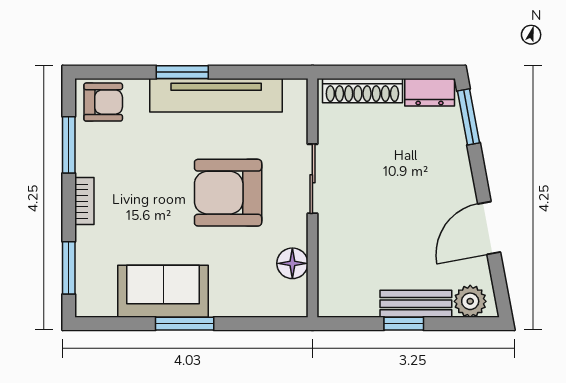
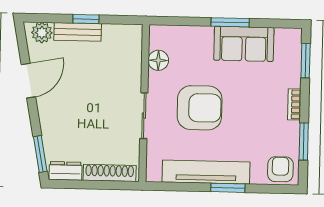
armchair: (103, 102) -> (280, 169), turned 90

